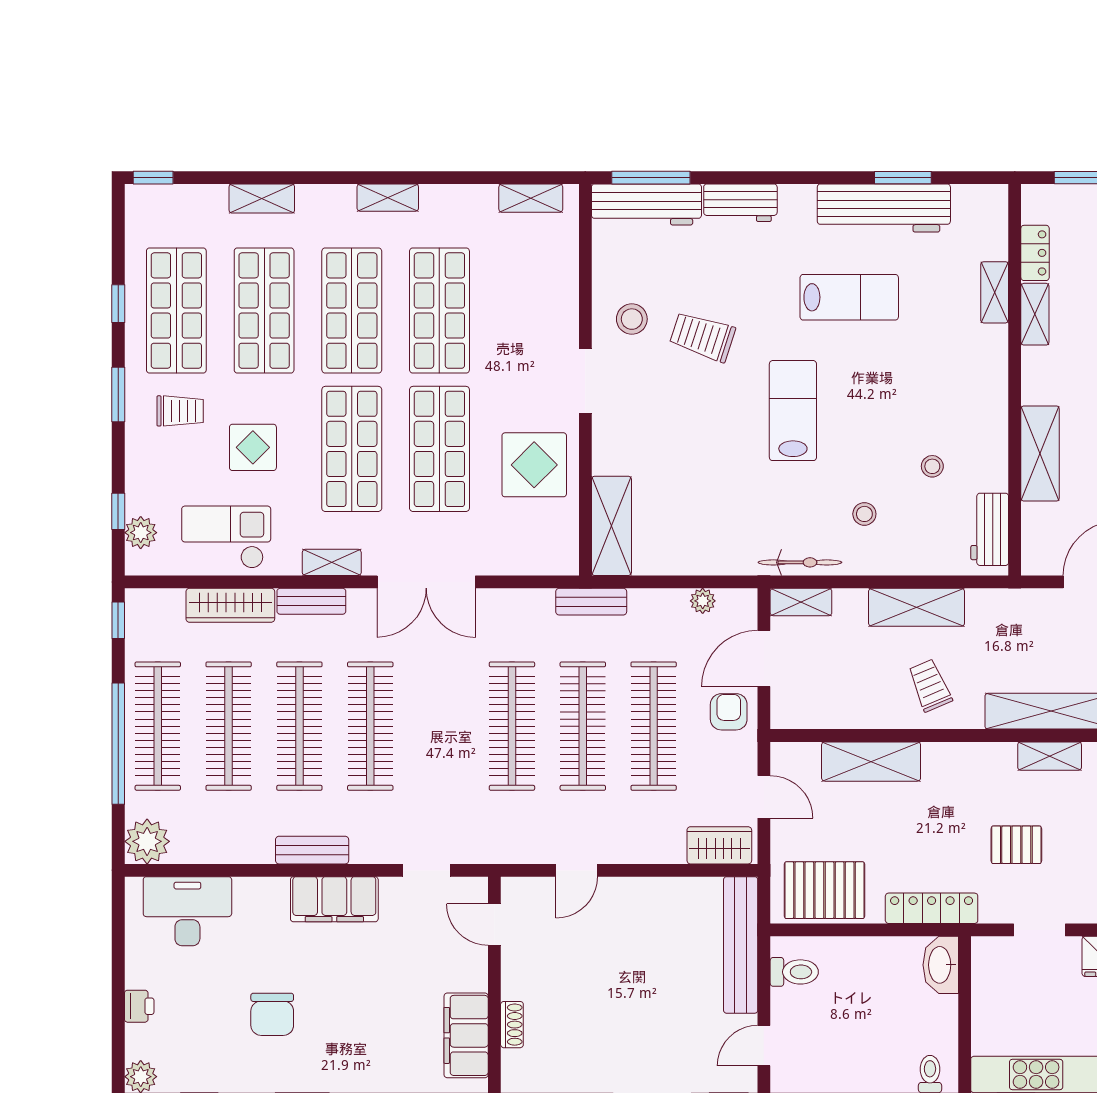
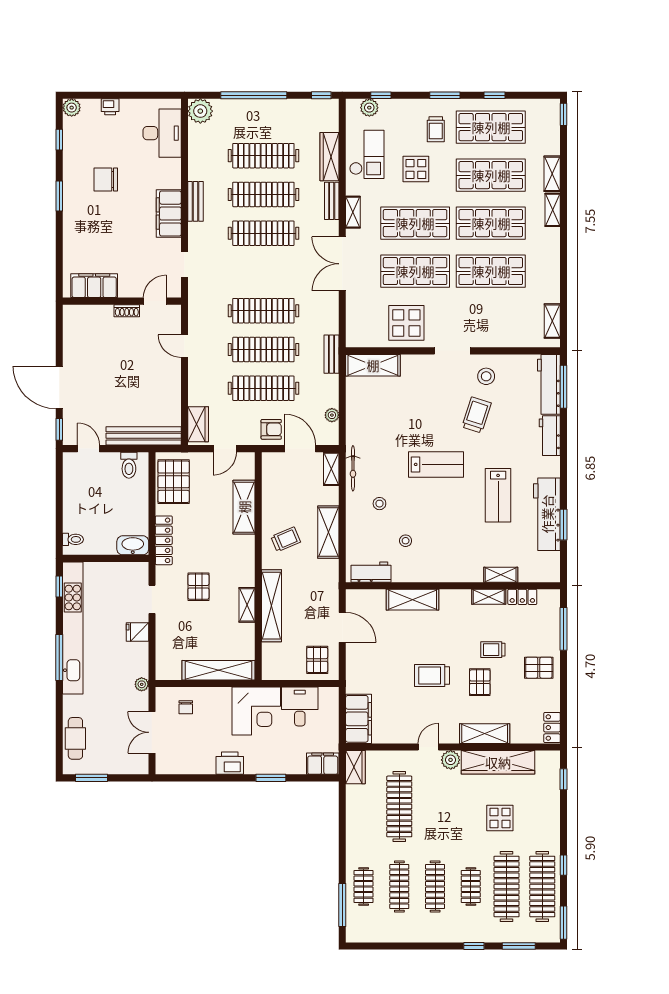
shelving: (388, 198) -> (553, 210), moved
clothes rail: (158, 726) -> (263, 117), removed
shoe rack: (512, 1025) -> (127, 311), moved

